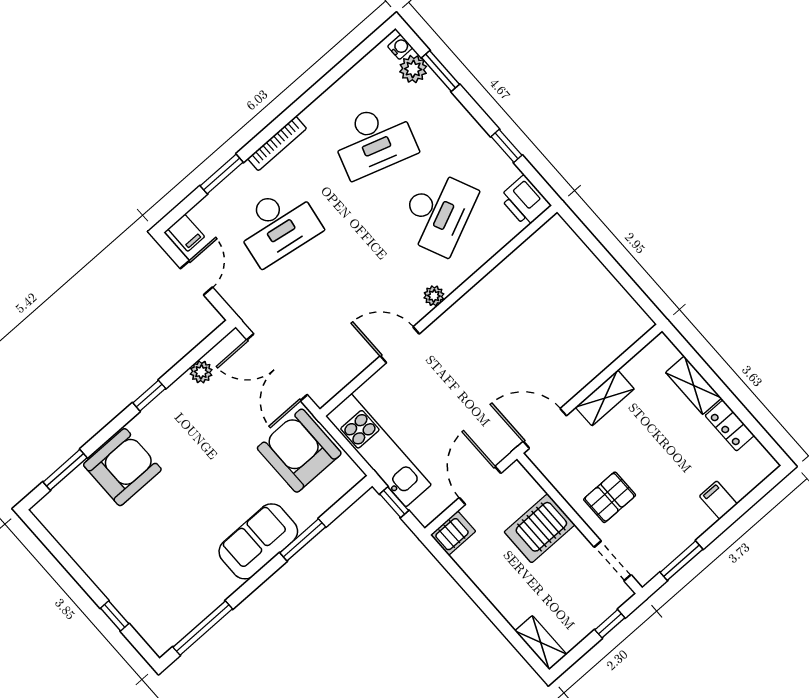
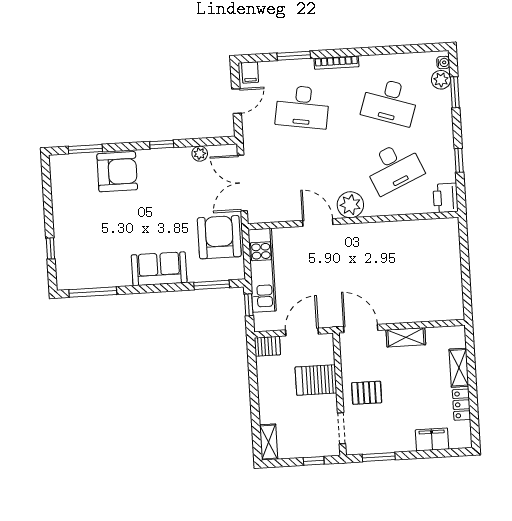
plant: (434, 296) -> (350, 205), width x1.88, depth x1.88
filing cabinet: (718, 500) -> (432, 439), width x2.00
window: (303, 540) -> (212, 285), moved

